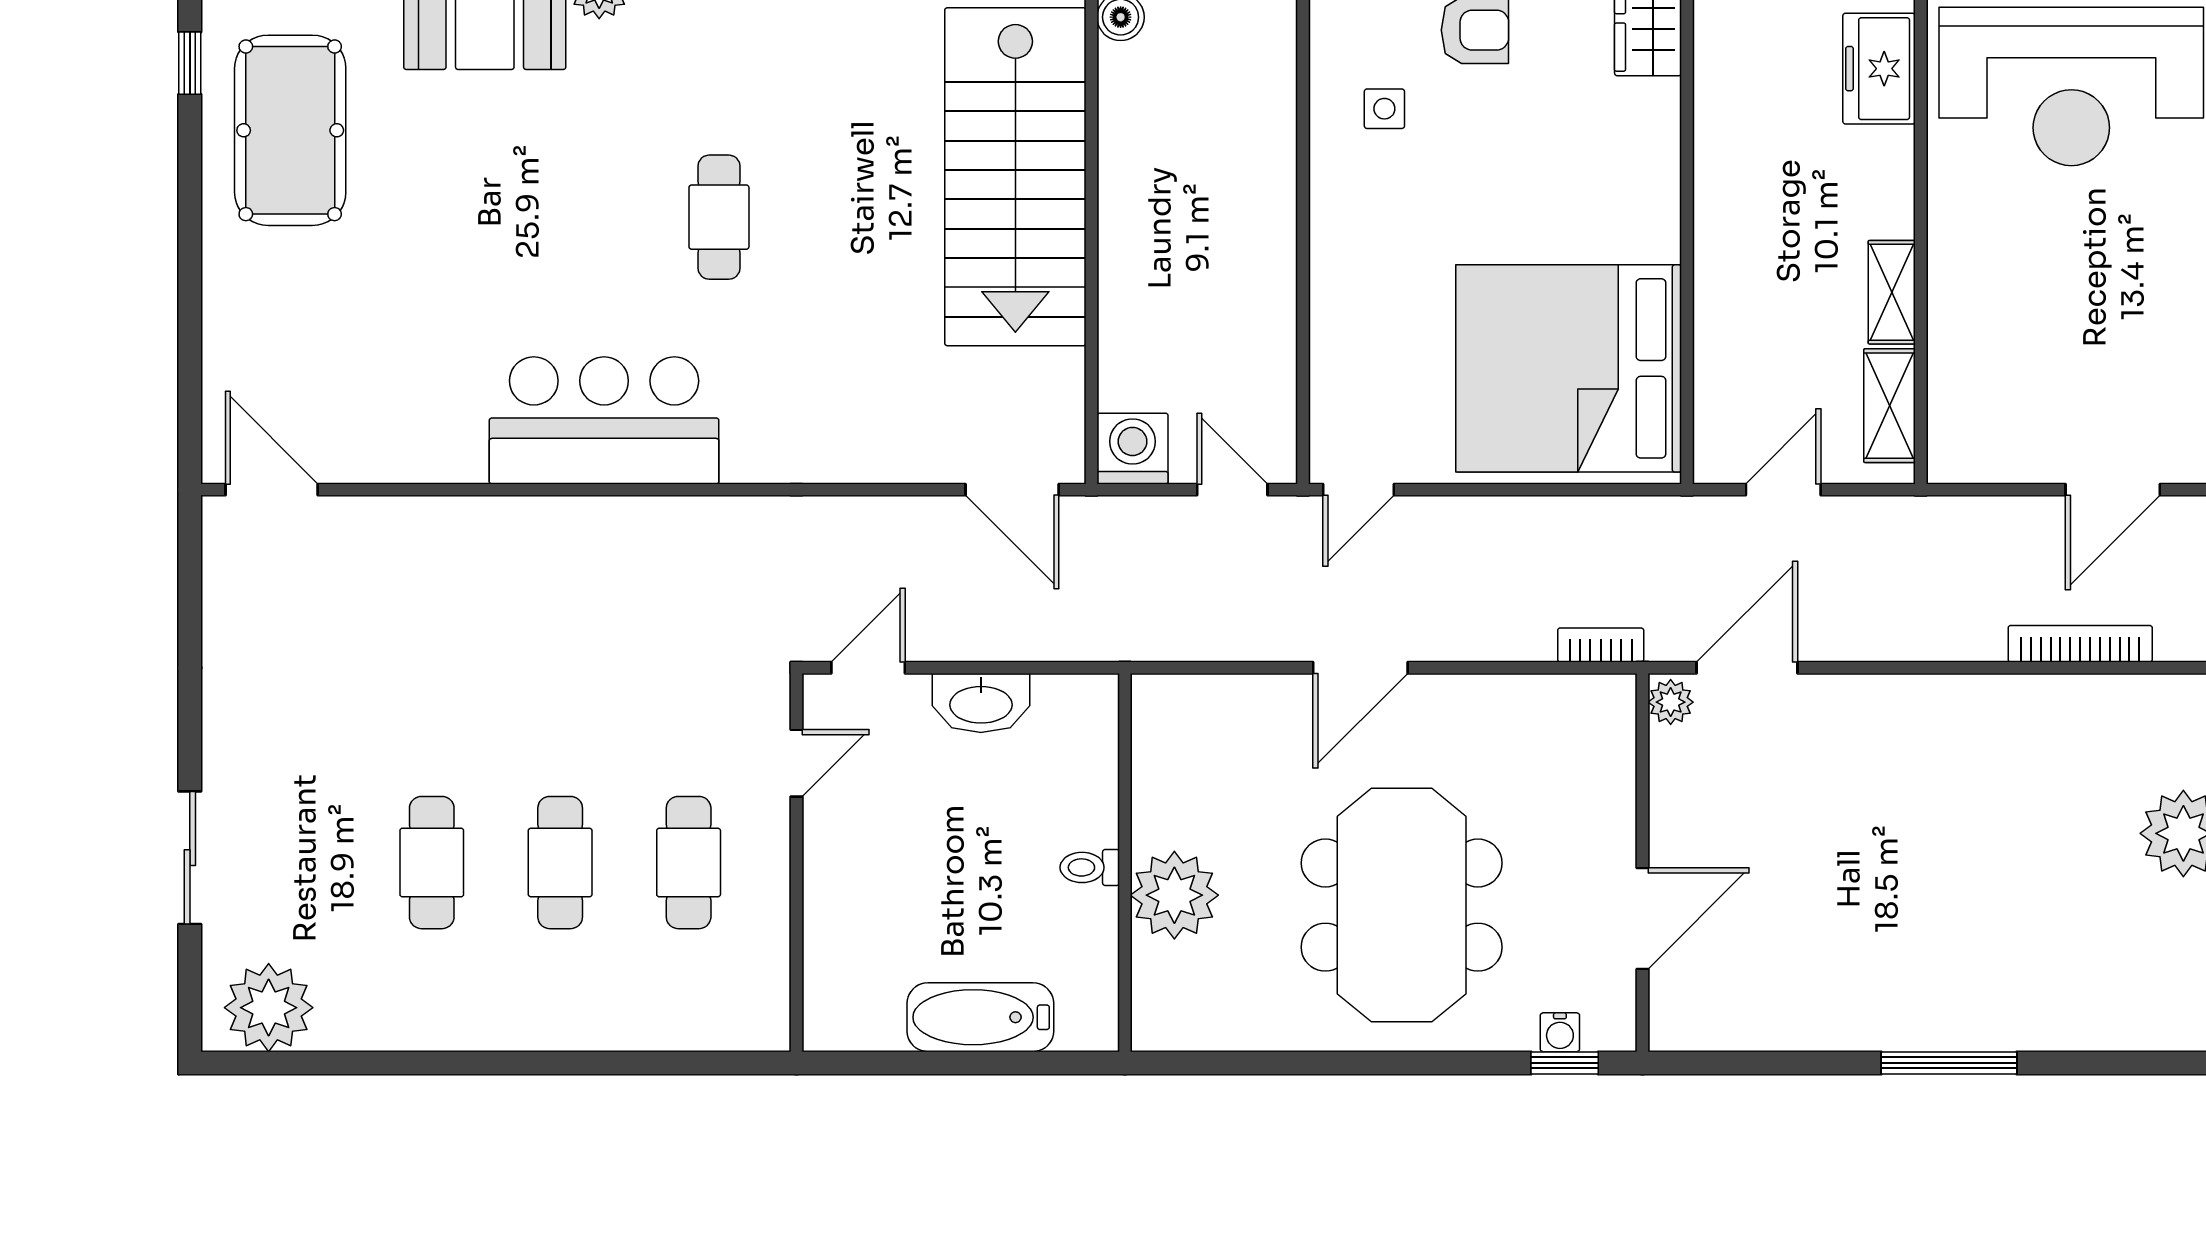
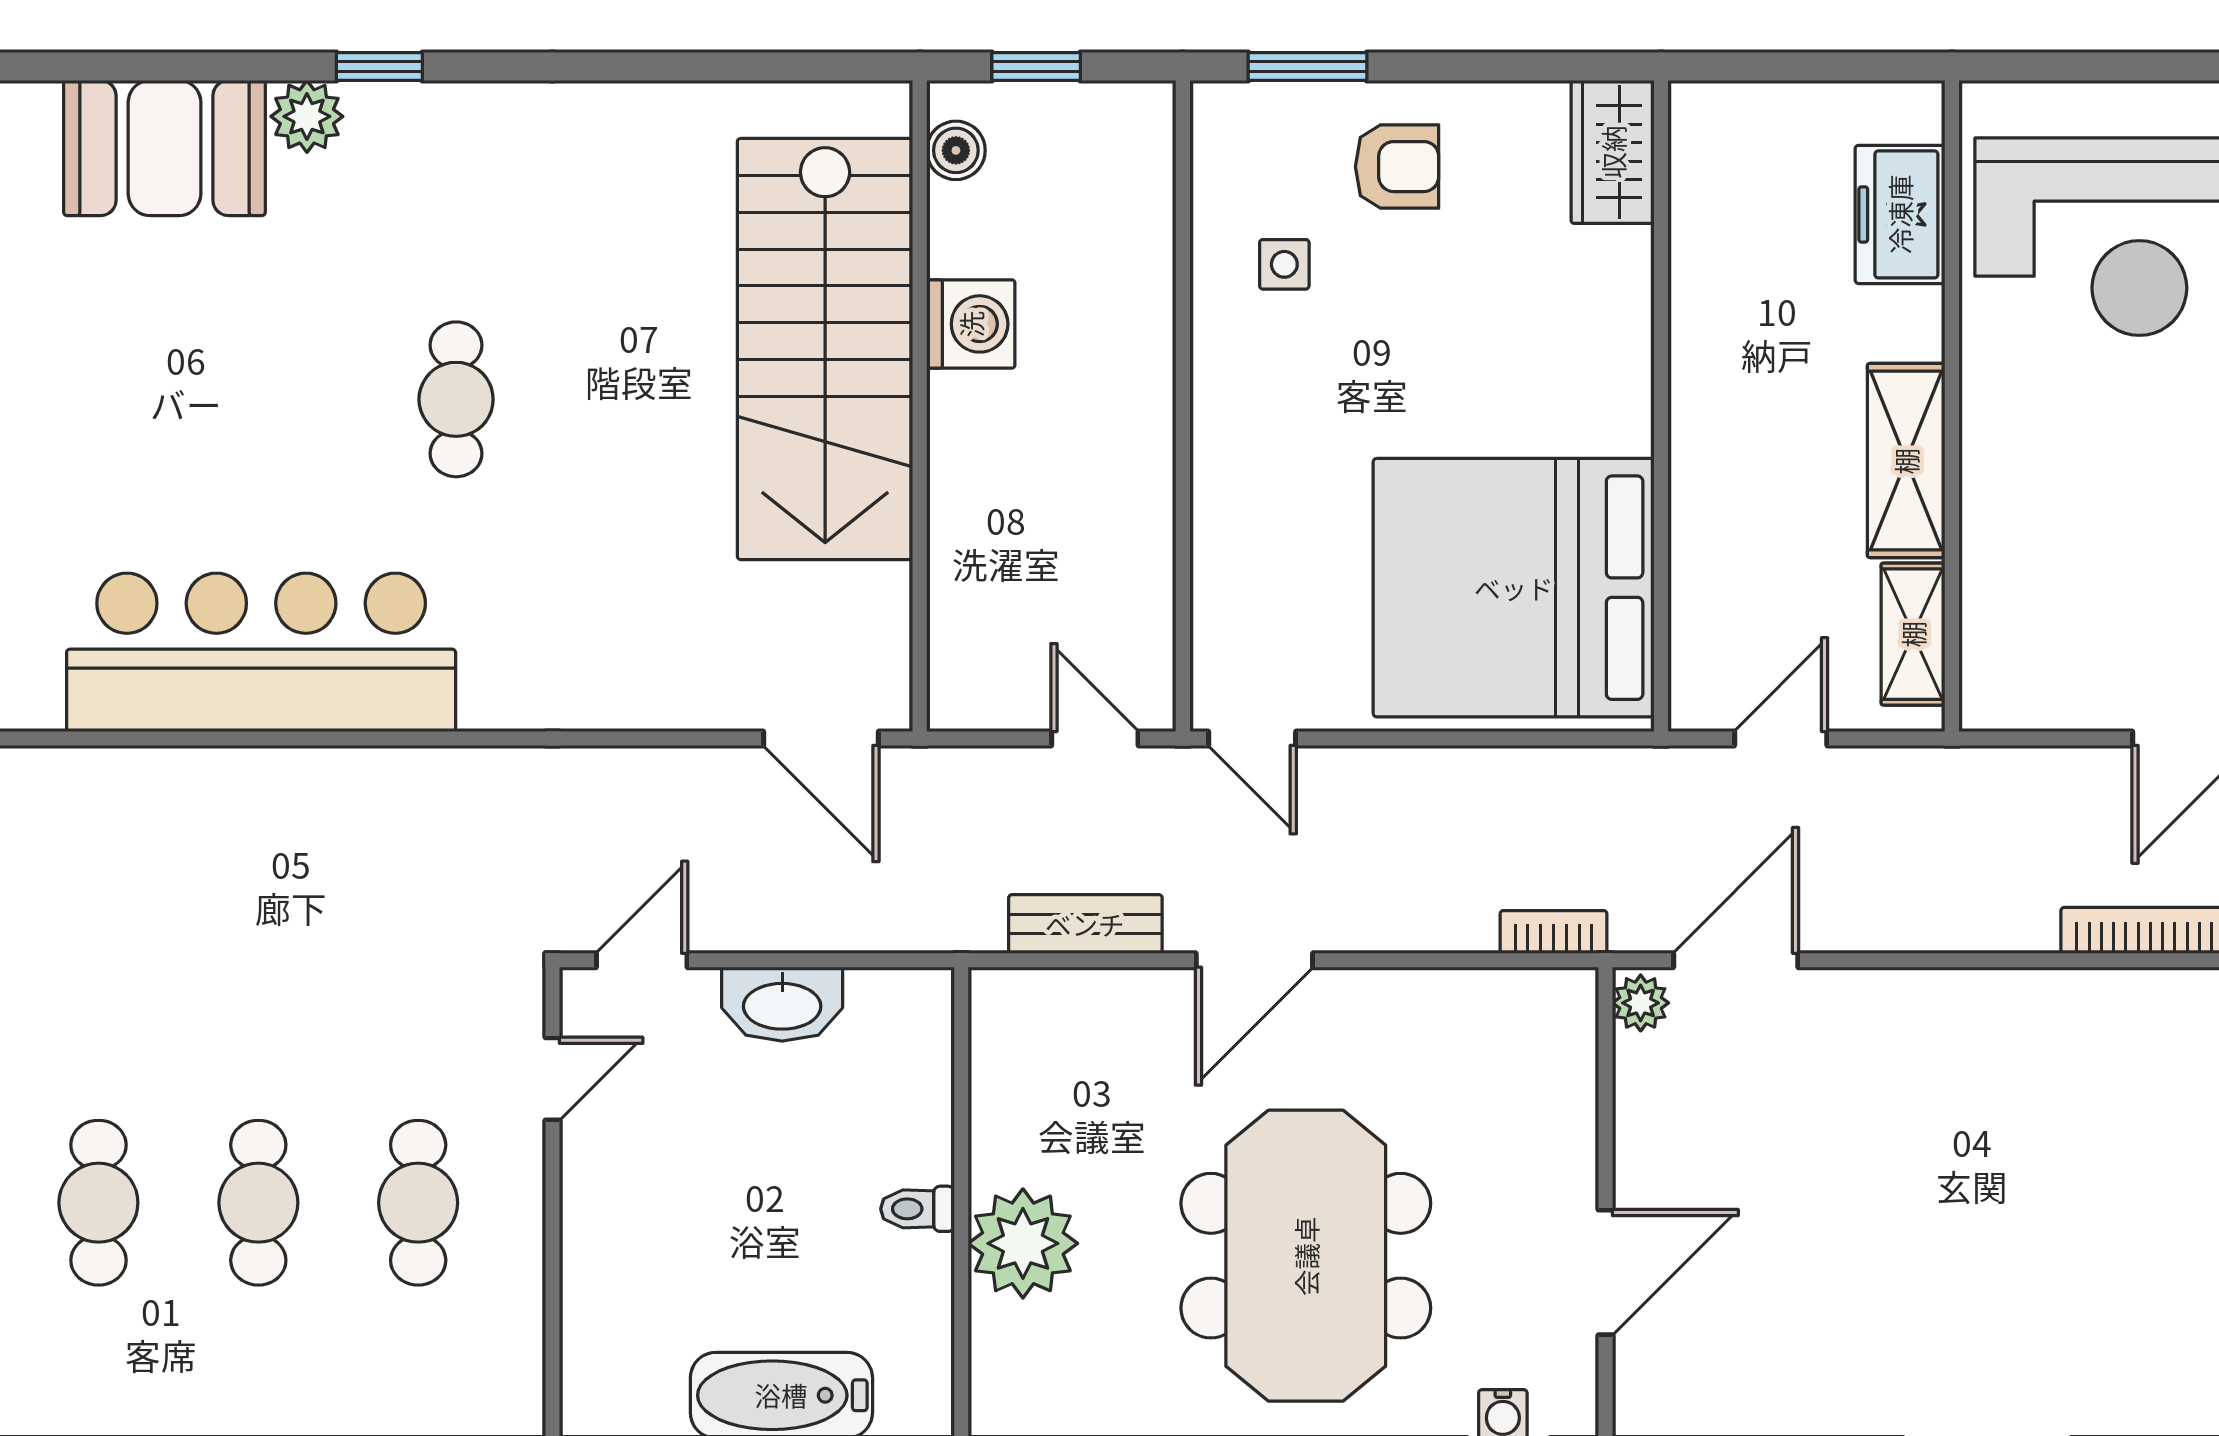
shelving: (1892, 292) -> (1906, 461), width x1.50, depth x1.33
bar counter: (604, 420) -> (261, 652), width x1.36
washing machine: (1133, 449) -> (971, 324), moved, turned 90
door: (1358, 490) -> (1252, 739), hinge flipped
bench: (1225, 639) -> (1085, 924), added

